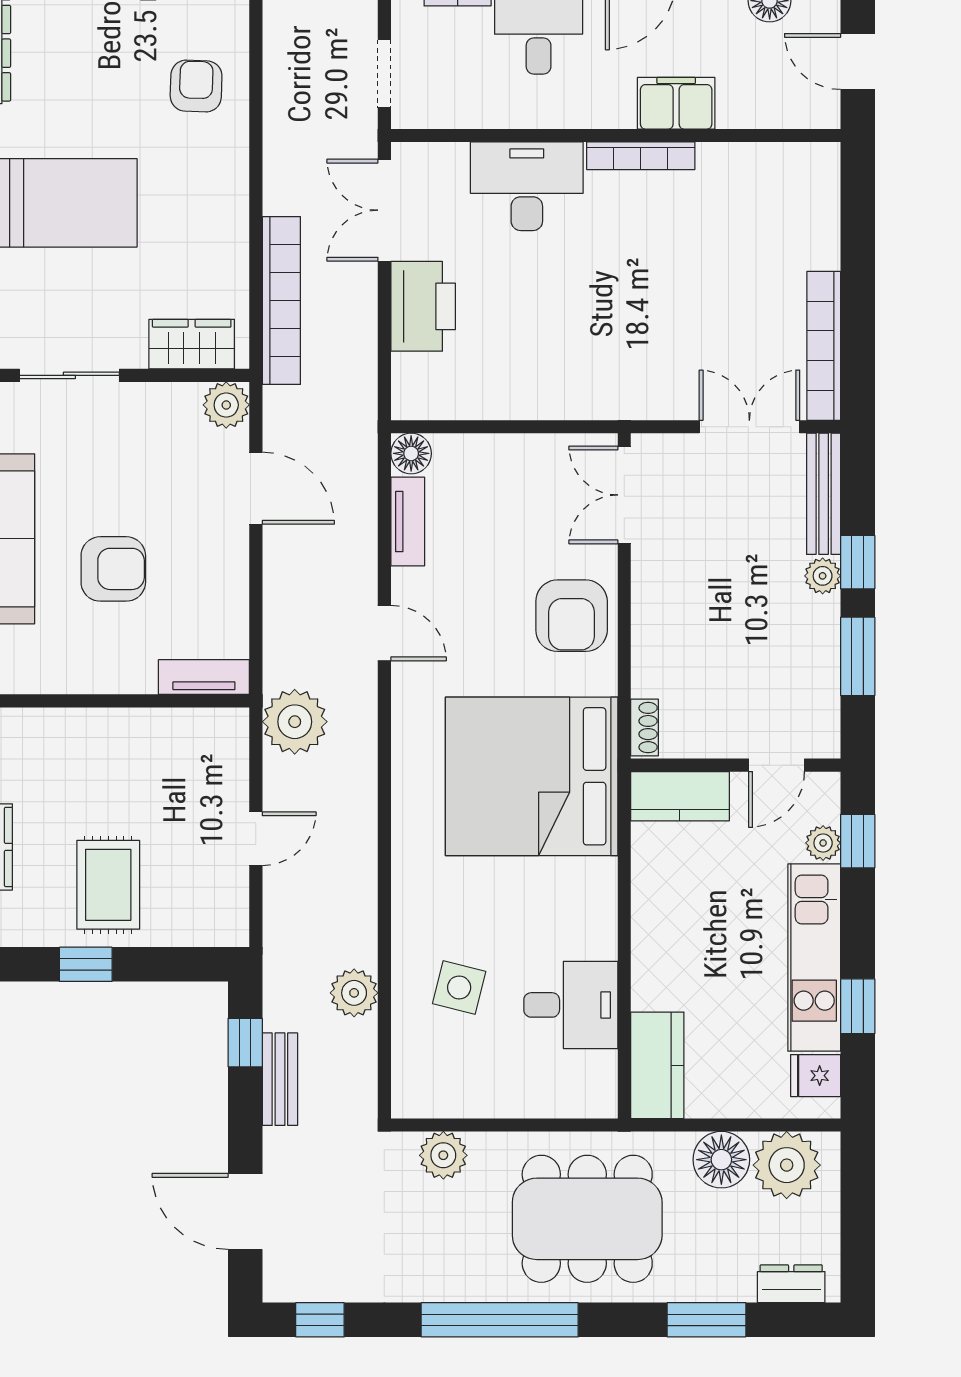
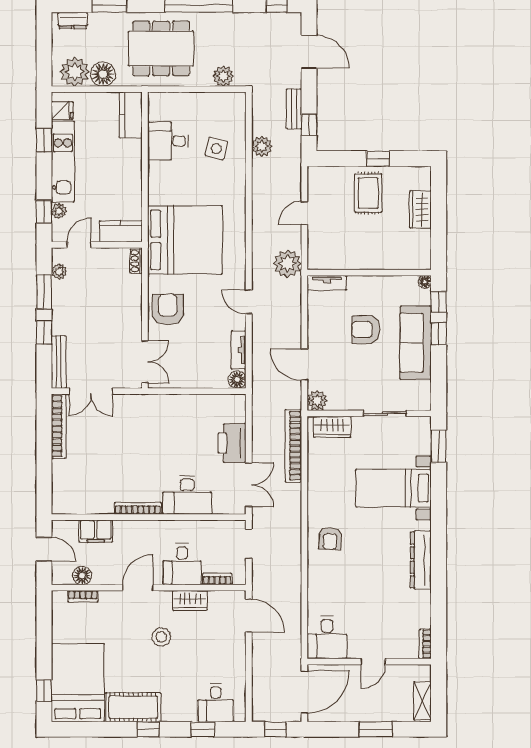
filing cabinet: (676, 103) -> (96, 531), moved
plant: (823, 576) -> (59, 271), moved

